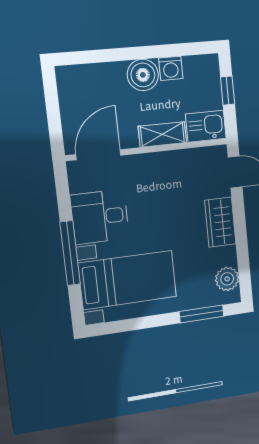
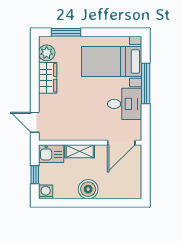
washing machine: (171, 68) -> (46, 192), moved
wardrobe: (220, 222) -> (48, 78), moved

